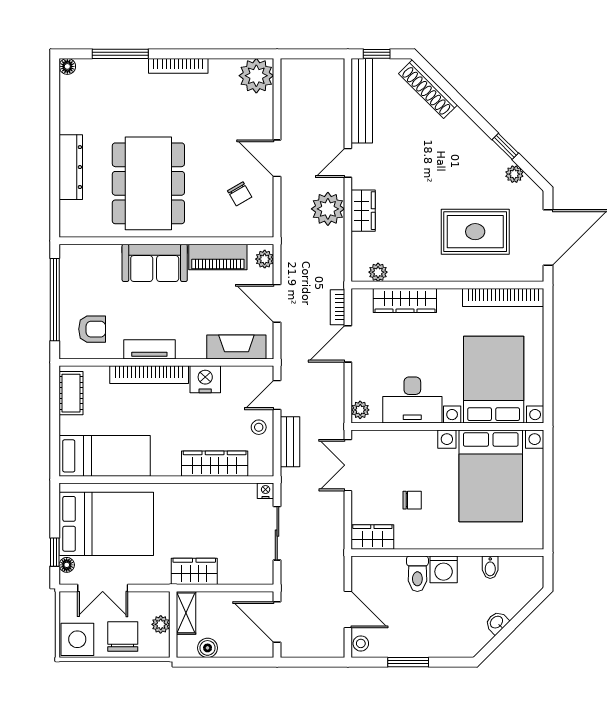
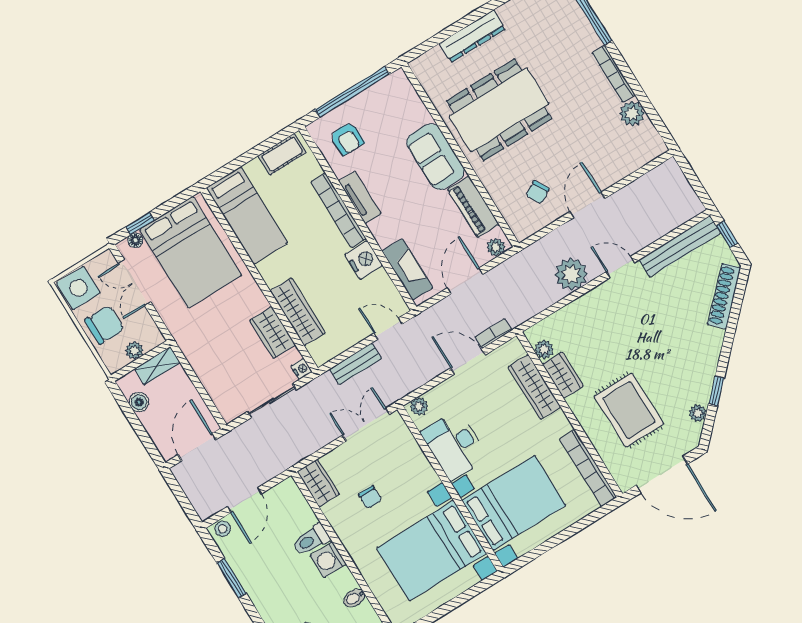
plant: (256, 76) -> (632, 114), moved, width x0.73, depth x0.73
wardrobe: (363, 211) -> (563, 375), moved, turned -90
stool: (259, 427) -> (351, 330), removed
wardrobe: (194, 571) -> (272, 333), moved, turned 180

